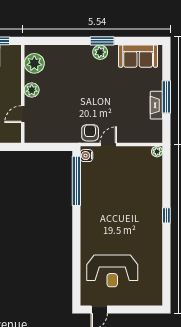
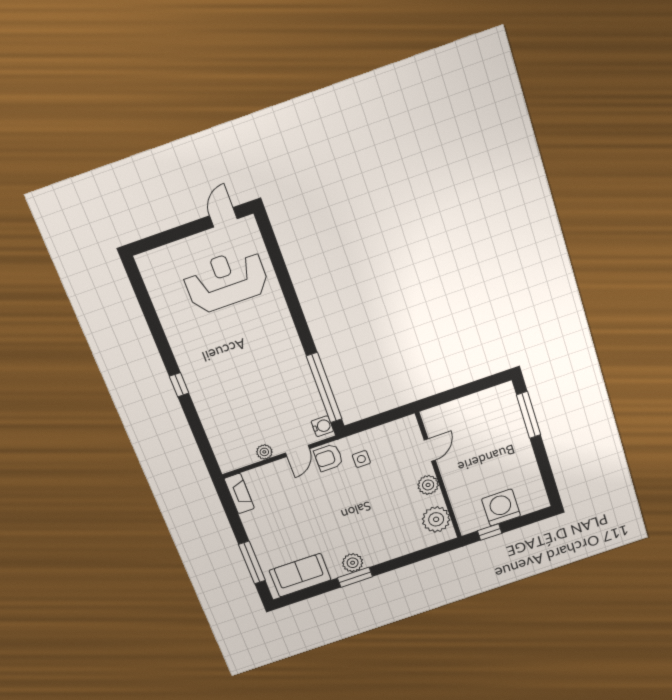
window: (166, 97) -> (252, 562), moved
fireplace: (156, 105) -> (239, 493), moved
side table: (69, 124) -> (361, 459), added
armchair: (90, 133) -> (328, 458), turned 90
plant: (157, 152) -> (264, 452), moved

